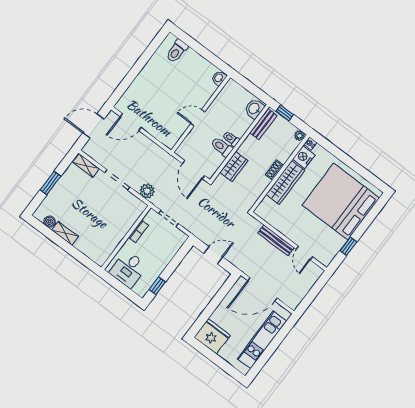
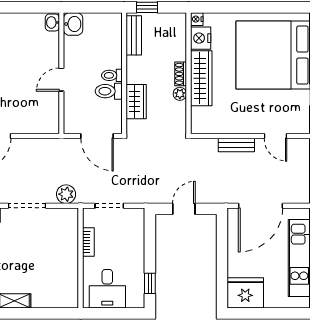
washbasin: (254, 109) -> (73, 24), moved, turned 180
plant: (300, 136) -> (180, 94), moved
bench: (276, 240) -> (236, 145), width x0.73

